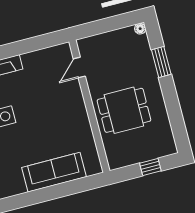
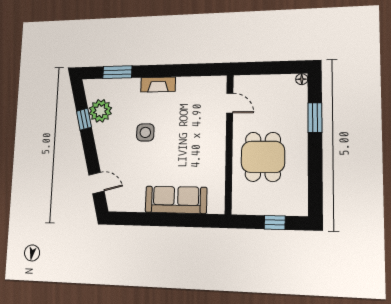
door: (79, 68) -> (230, 103), swing flipped
dining table: (124, 110) -> (263, 157), turned 90

